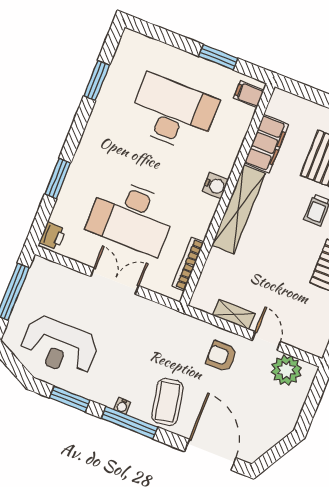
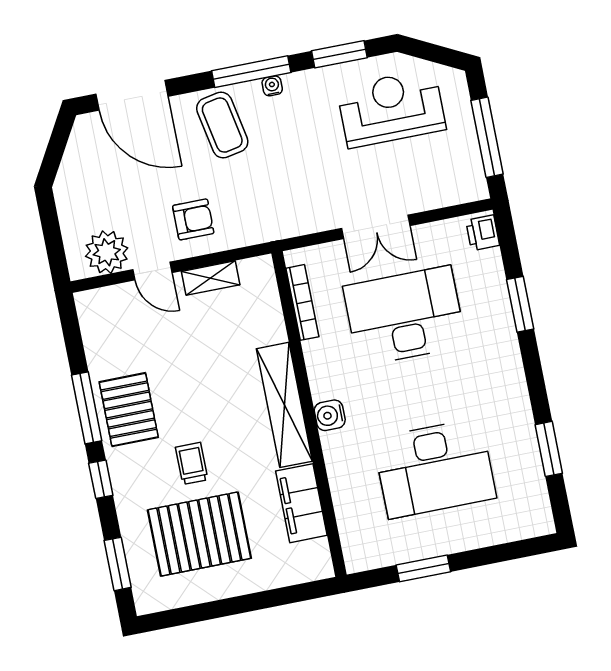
filing cabinet: (249, 94) -> (360, 548), removed

